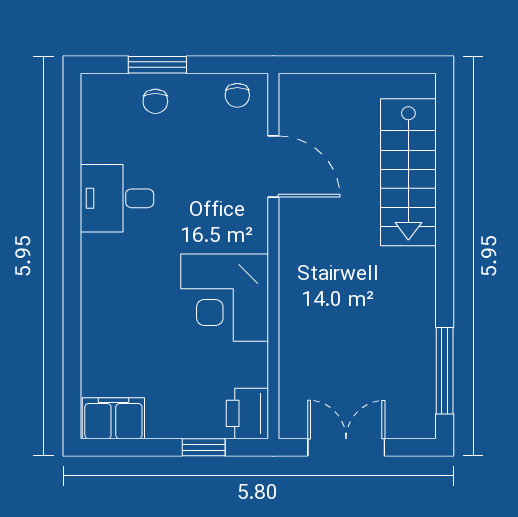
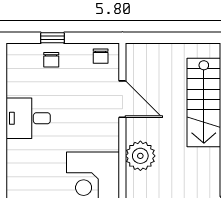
window: (157, 65) -> (52, 38), width x0.67
plant: (303, 261) -> (140, 156), added

